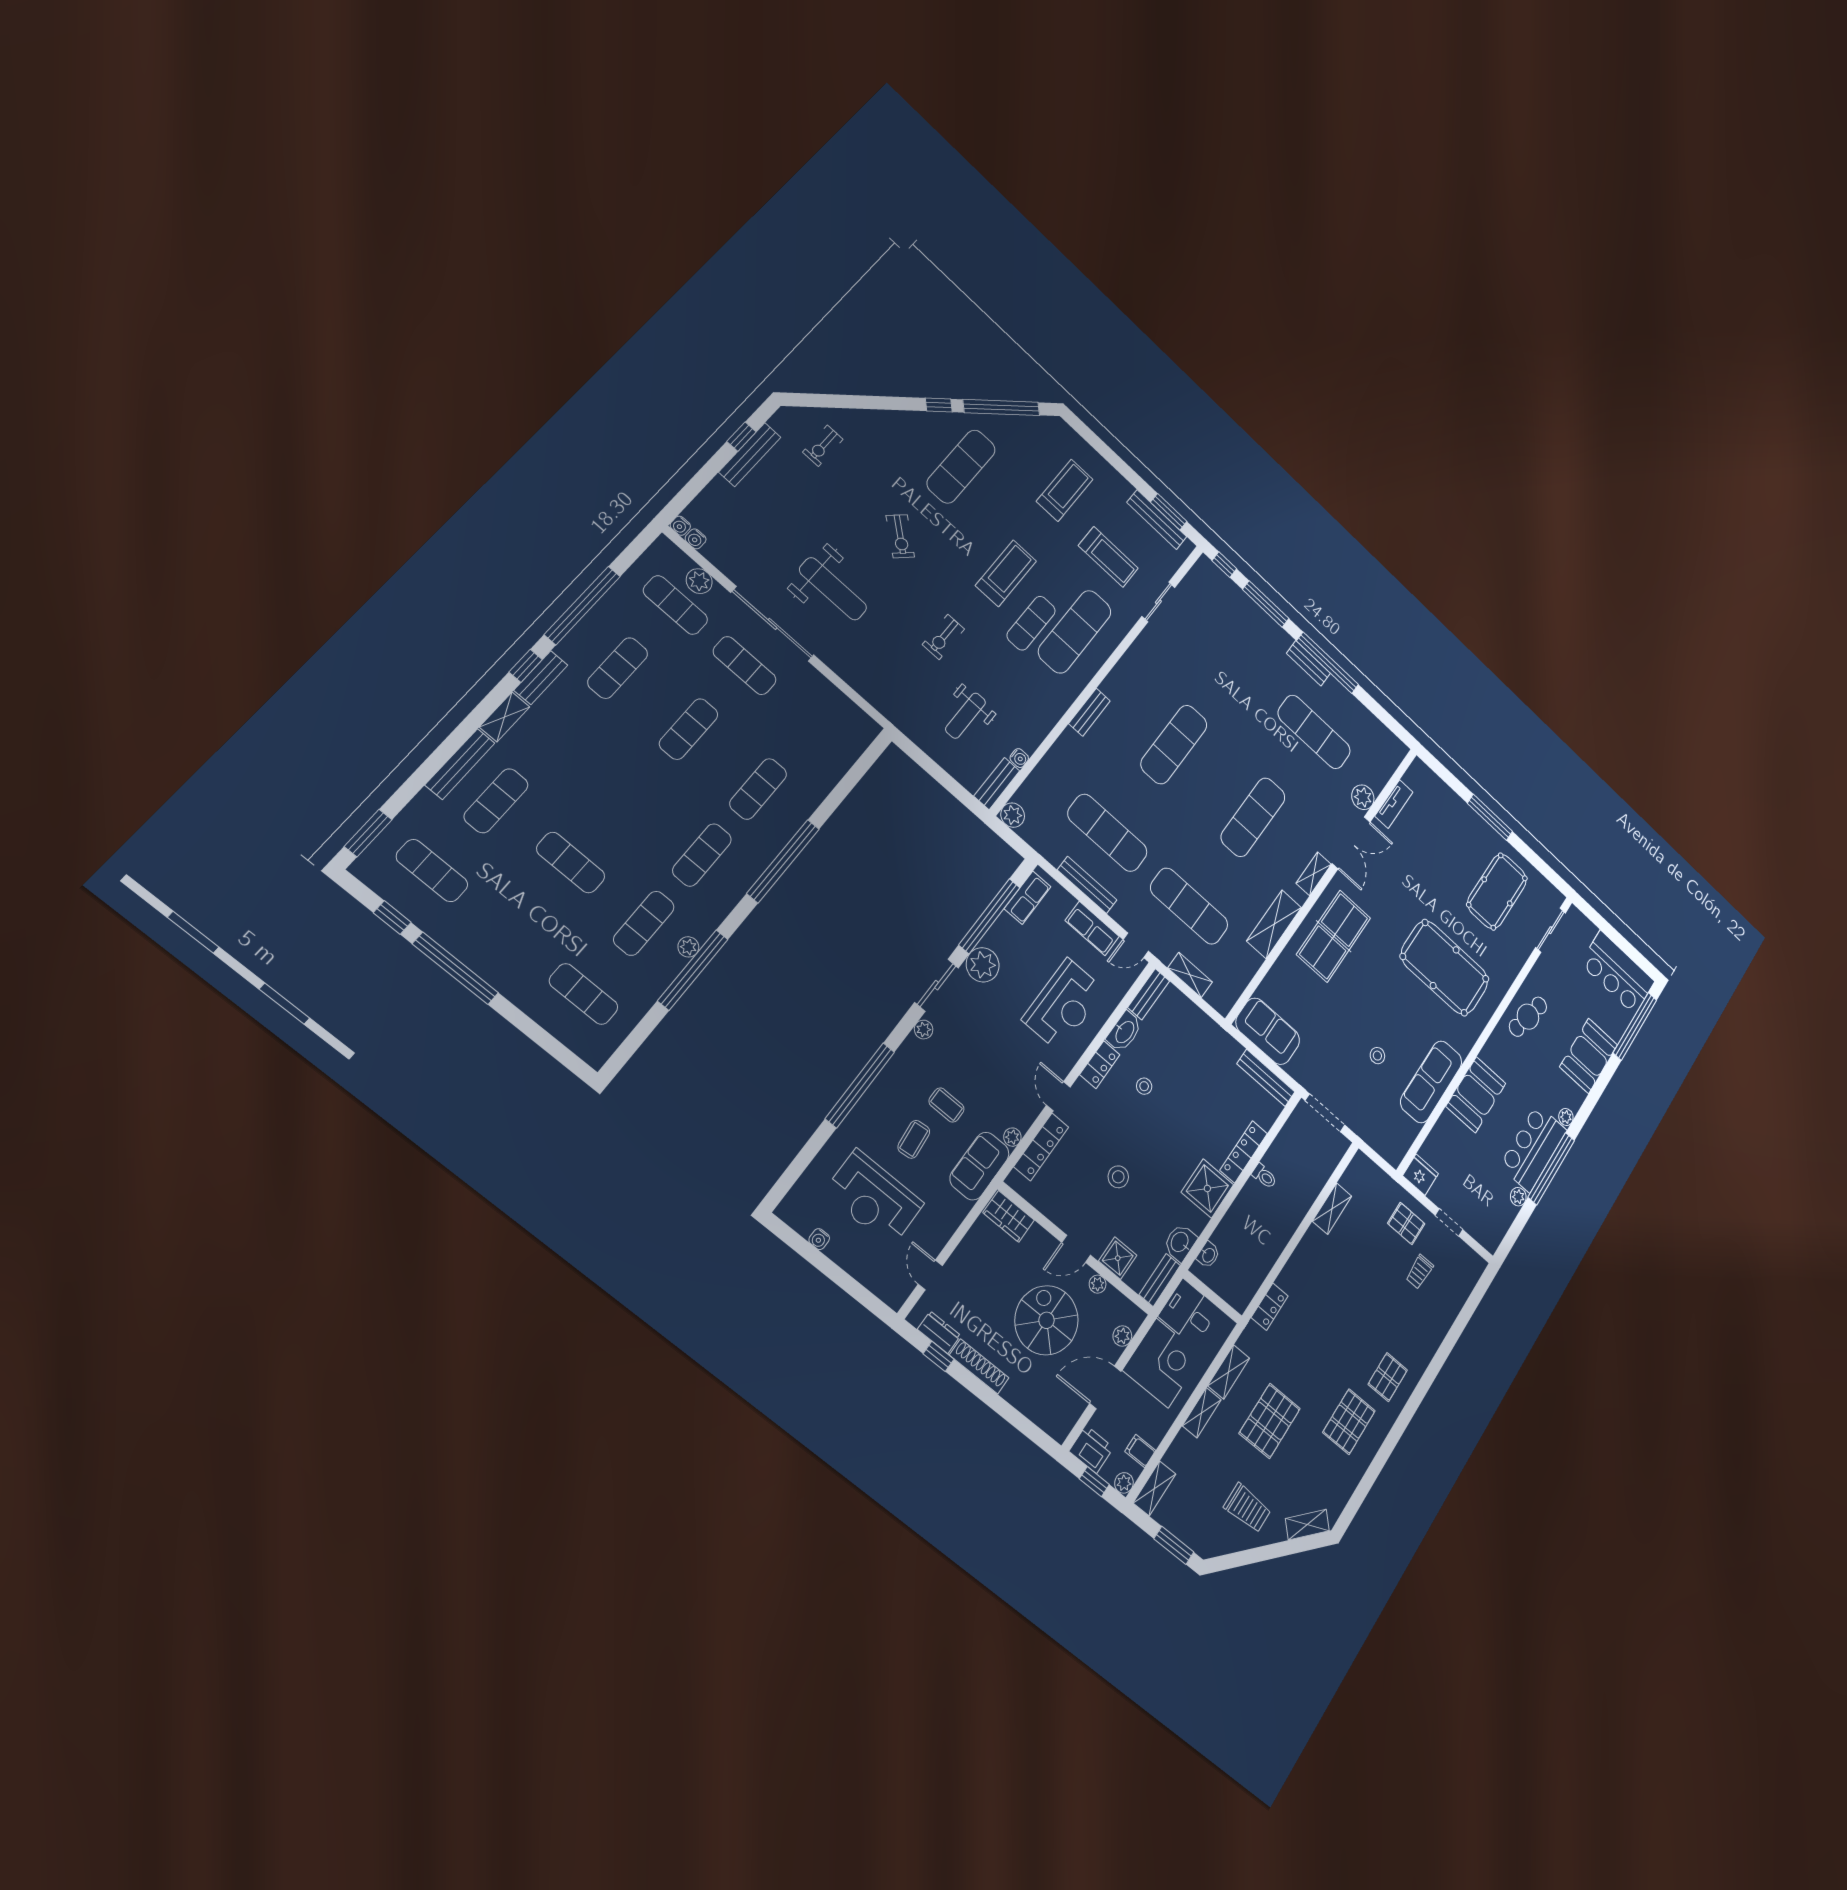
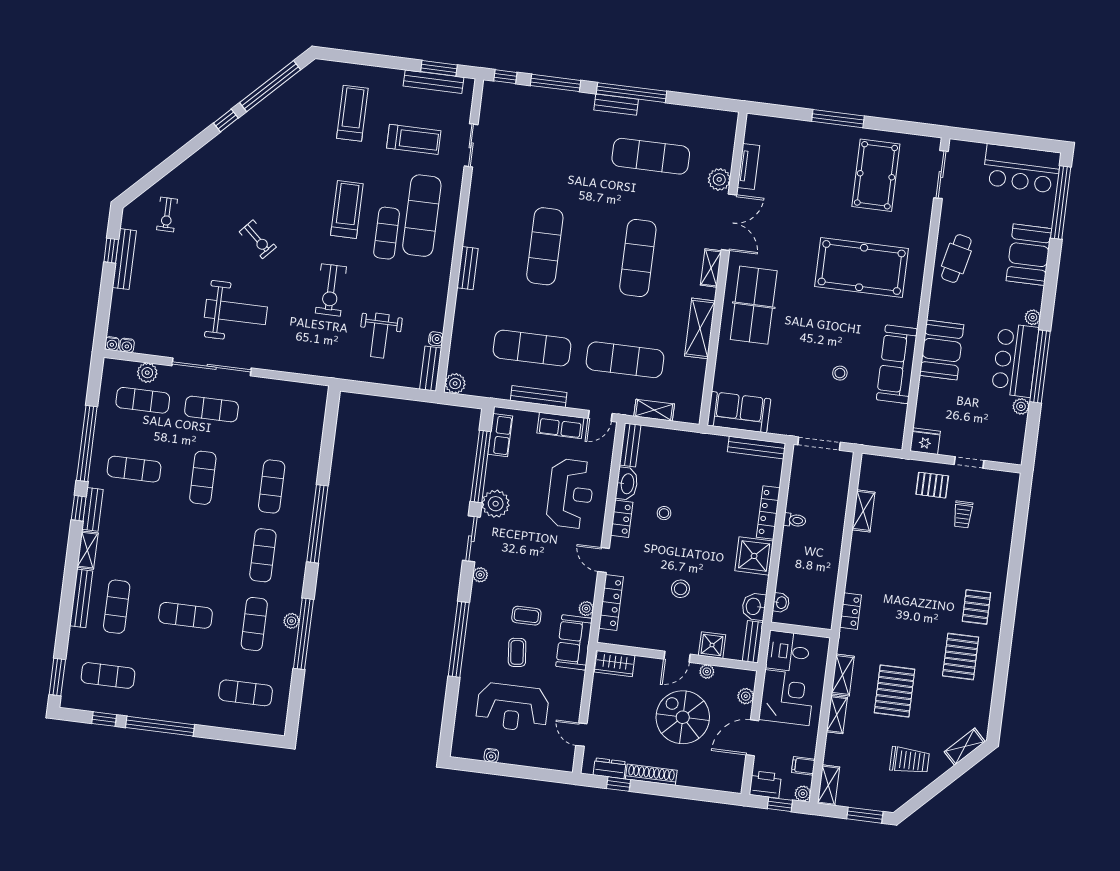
exercise mat: (961, 466) -> (269, 154), removed
exercise bike: (943, 637) -> (331, 290), width x1.38, depth x1.39
exercise mat: (618, 668) -> (134, 469), turned 90

